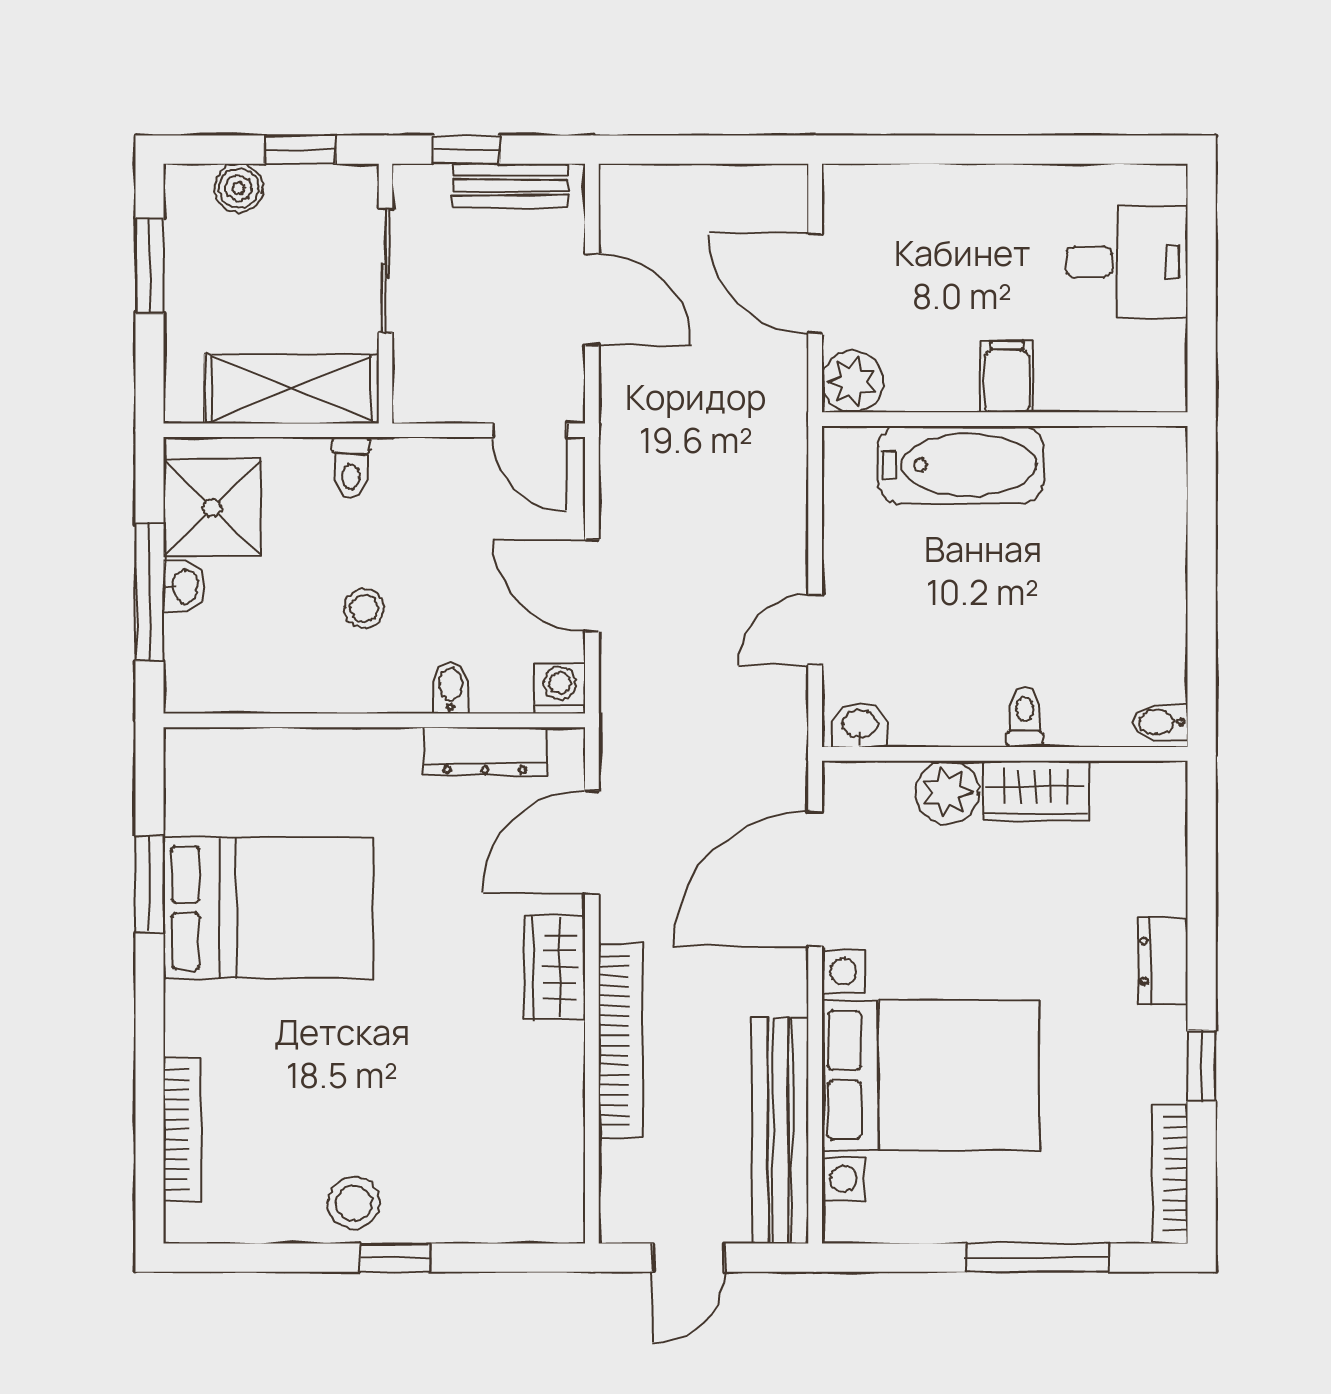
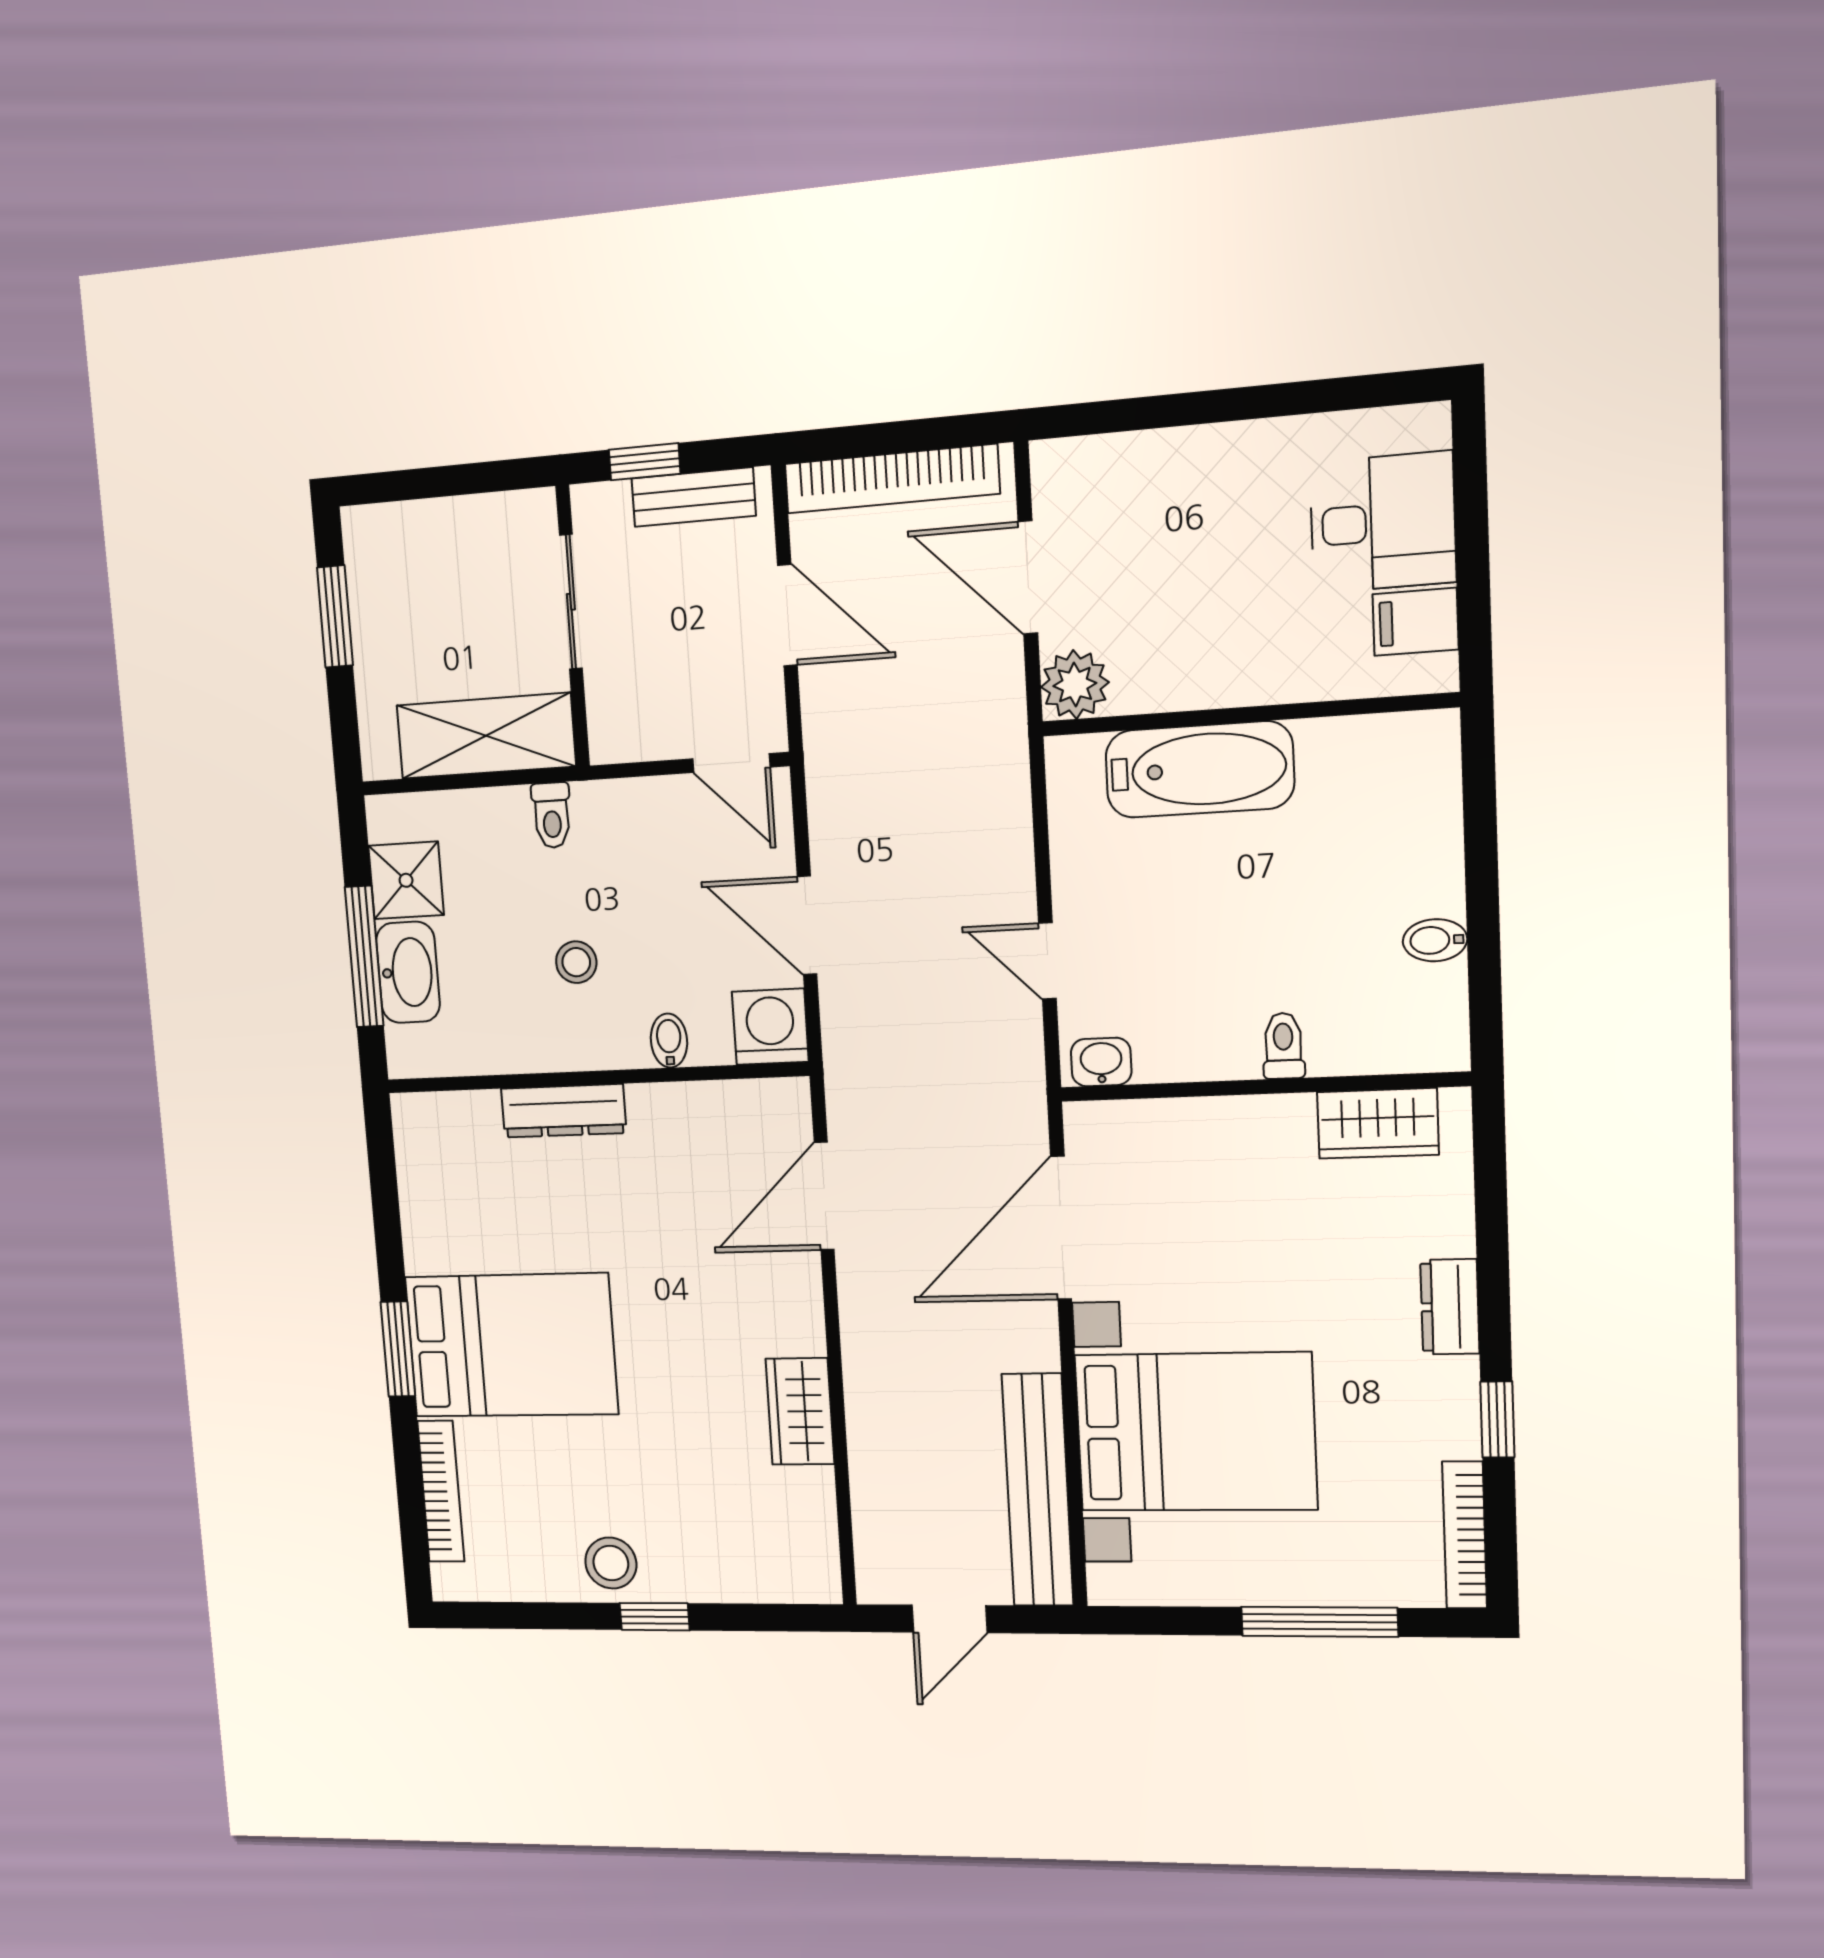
window: (300, 150) -> (474, 478), removed
boiler: (239, 188) -> (416, 526), removed
filing cabinet: (1007, 377) -> (1416, 622), moved, turned -90
shower: (212, 508) -> (406, 880), width x0.73, depth x0.73
washbasin: (184, 586) -> (408, 972), width x1.91, depth x1.45
door: (815, 630) -> (1047, 961), hinge flipped
washing machine: (560, 688) -> (770, 1027), width x1.38, depth x1.38
bidet: (1160, 722) -> (1435, 940), moved
dresser: (485, 751) -> (564, 1111), moved
wardrobe: (1036, 791) -> (1378, 1123), moved
plant: (947, 792) -> (1200, 1131), removed
window: (150, 885) -> (398, 1349), moved
bed: (268, 908) -> (511, 1345), moved
wardrobe: (555, 967) -> (800, 1411), moved
bookcase: (621, 1040) -> (892, 479), moved, turned 90

